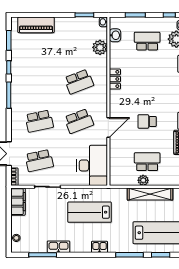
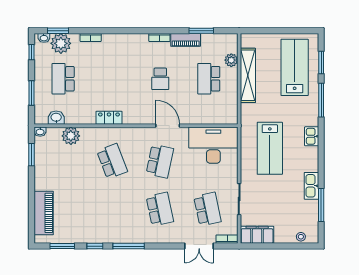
school desk: (79, 121) -> (160, 161), turned 33
plant: (143, 180) -> (231, 60), moved

